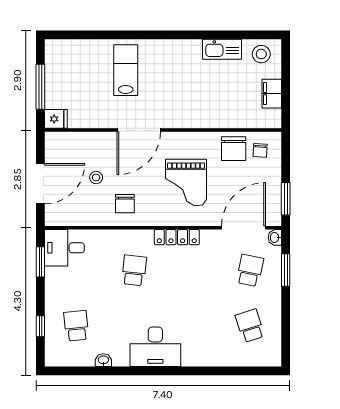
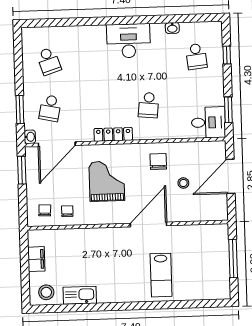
fridge: (56, 119) -> (219, 232), removed
chair: (234, 149) -> (67, 211), width x0.54, depth x0.54

